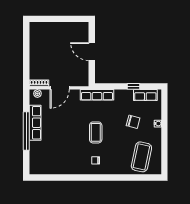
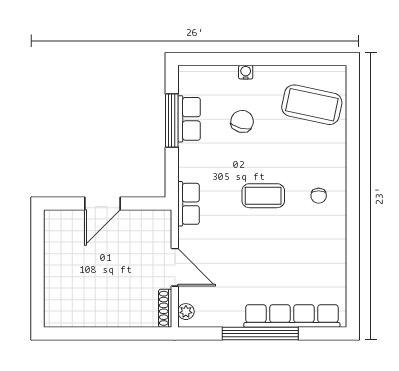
window: (133, 86) -> (172, 121), width x2.17
row of seats: (97, 95) -> (189, 204), width x0.68
row of seats: (145, 95) -> (189, 119), moved
row of seats: (35, 123) -> (292, 316), moved, width x1.36

